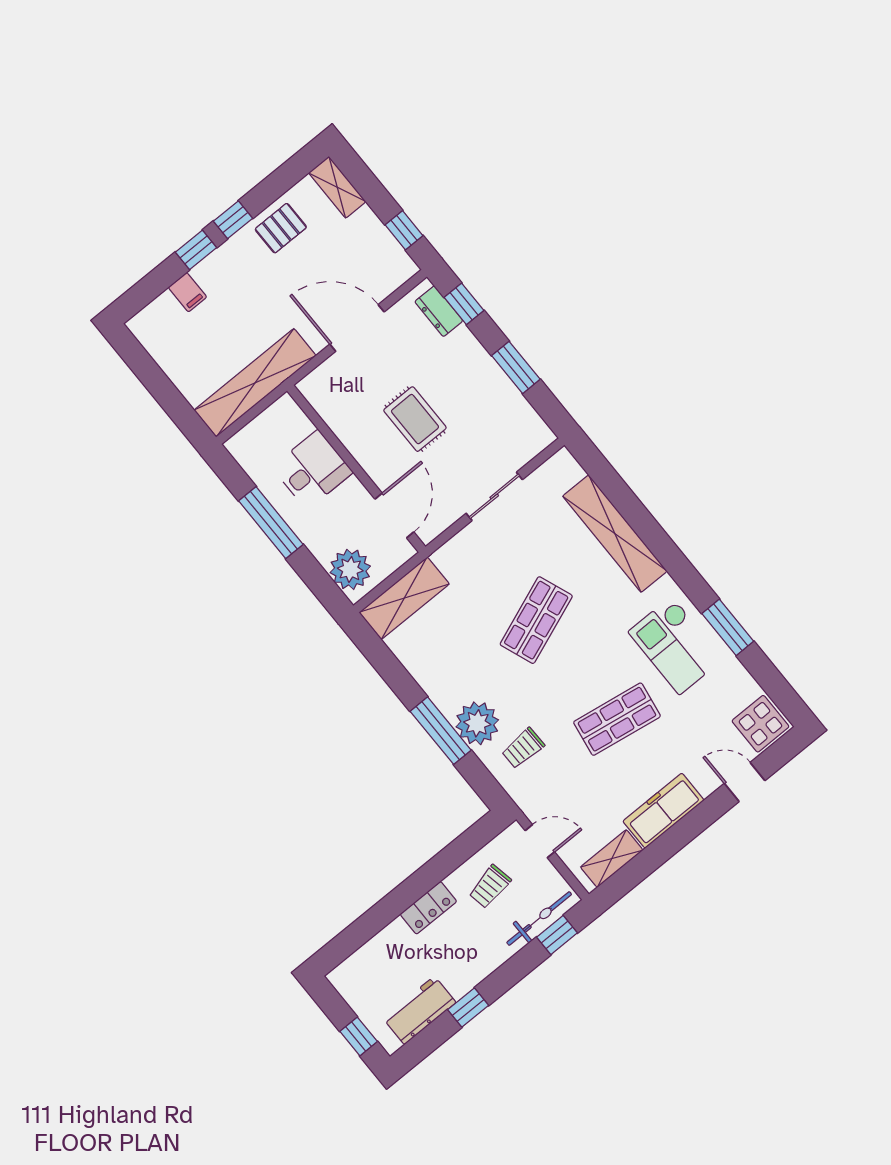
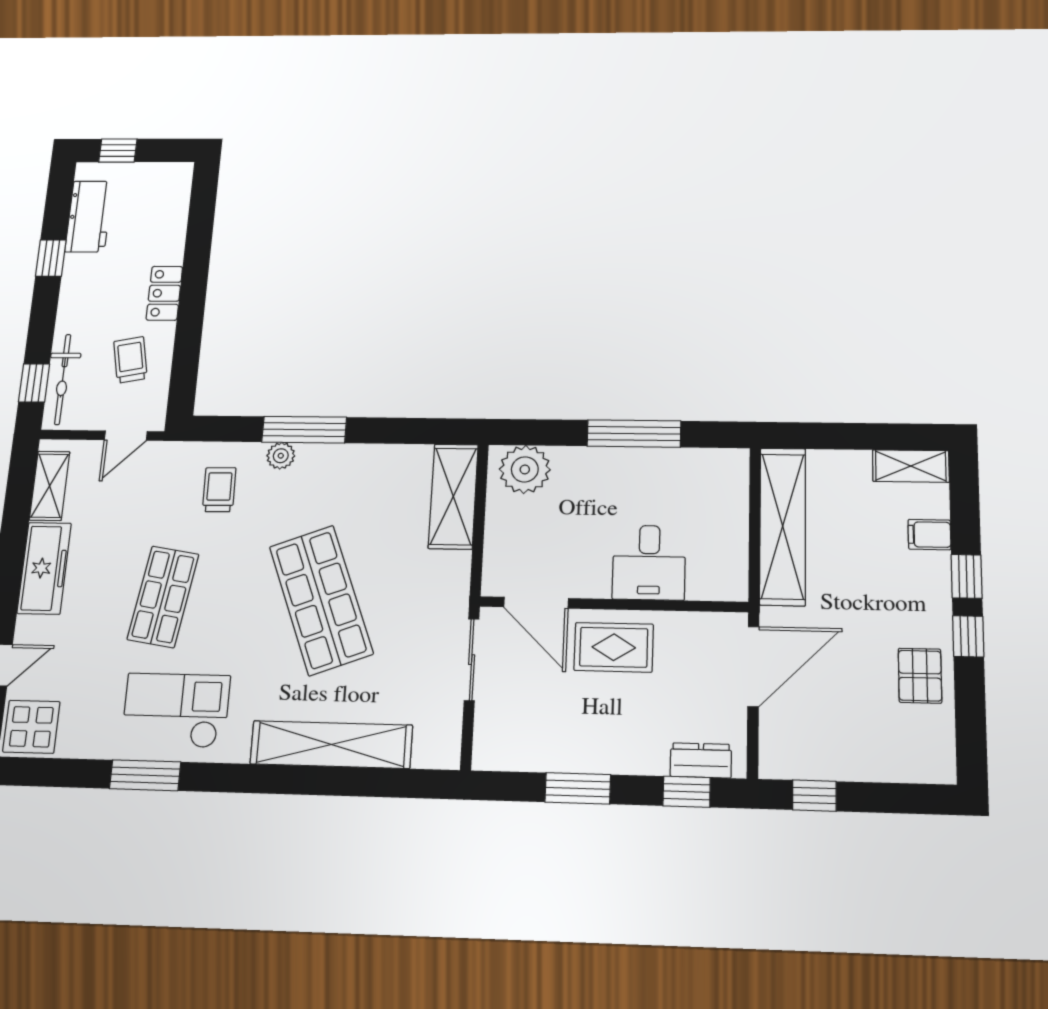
shelving: (337, 187) -> (911, 466), moved
wall: (356, 469) -> (613, 604), moved
desk: (312, 470) -> (649, 563), moved
door: (394, 516) -> (536, 603), moved
shop shelf: (536, 620) -> (321, 600), width x1.43, depth x1.36
plant: (477, 723) -> (281, 456), width x0.53, depth x0.53

